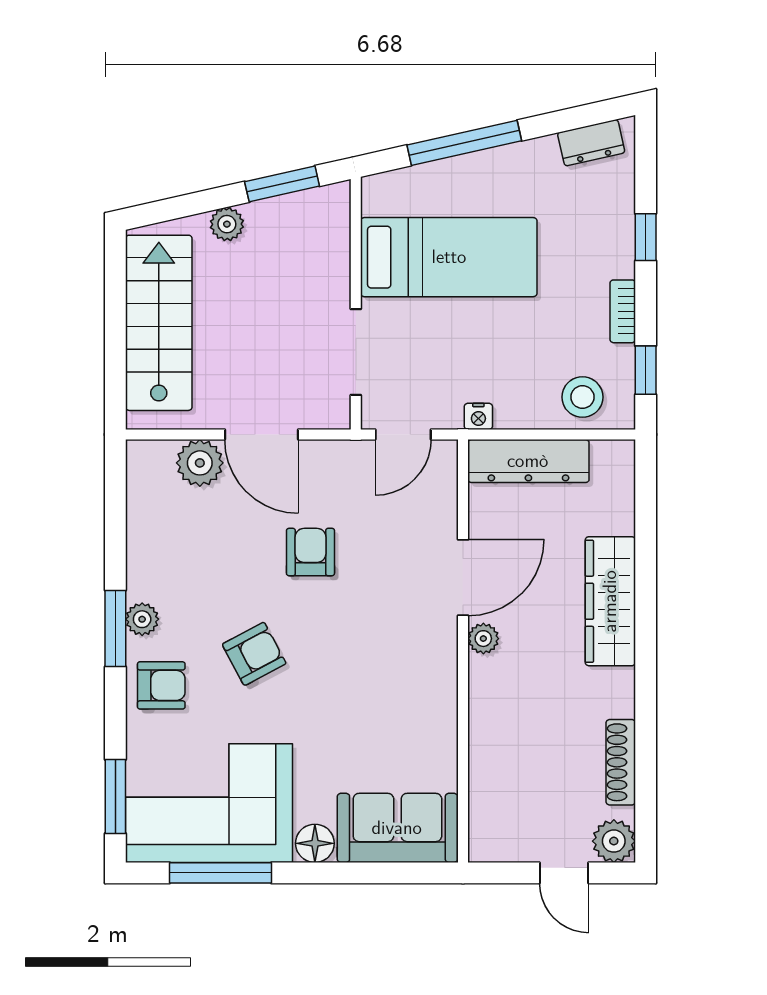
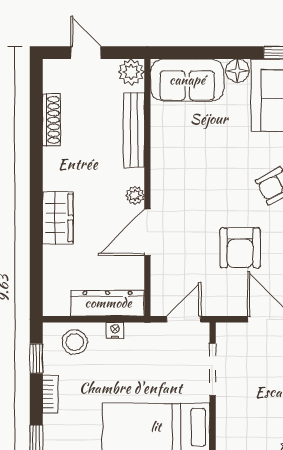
nightstand: (478, 416) -> (115, 330), moved
armchair: (310, 552) -> (240, 248), width x1.38, depth x1.38
wardrobe: (610, 601) -> (58, 218), width x0.67
bench: (485, 746) -> (134, 130), added
plant: (614, 841) -> (131, 72), moved

